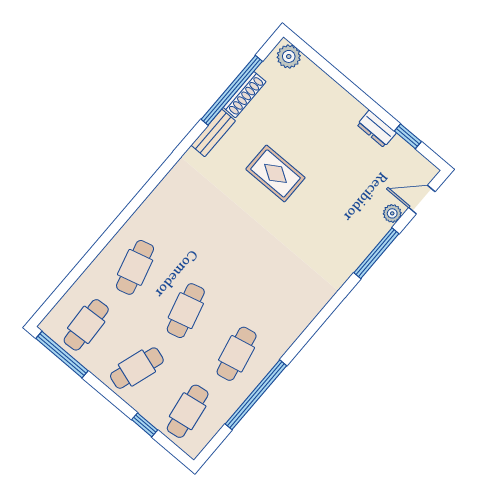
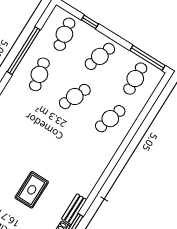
rug: (275, 173) -> (32, 190), turned 90
cafe table: (135, 267) -> (110, 119), turned 33
cafe table: (186, 311) -> (75, 97), turned 39

